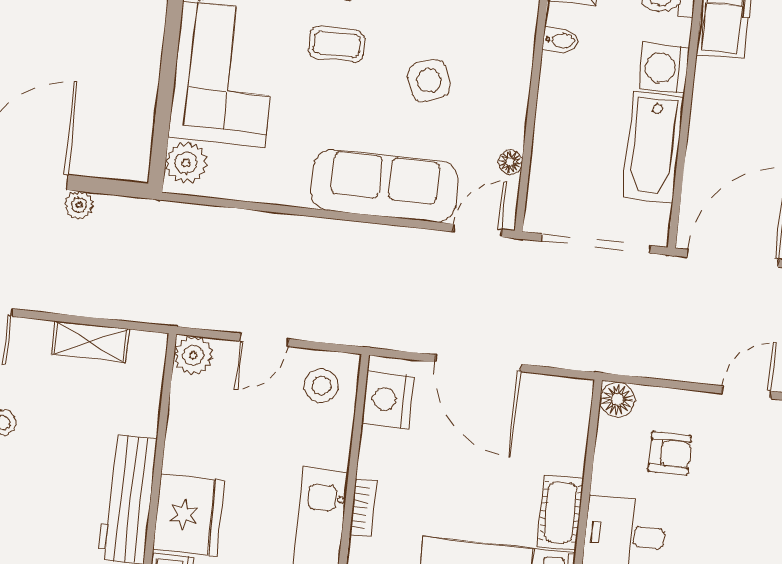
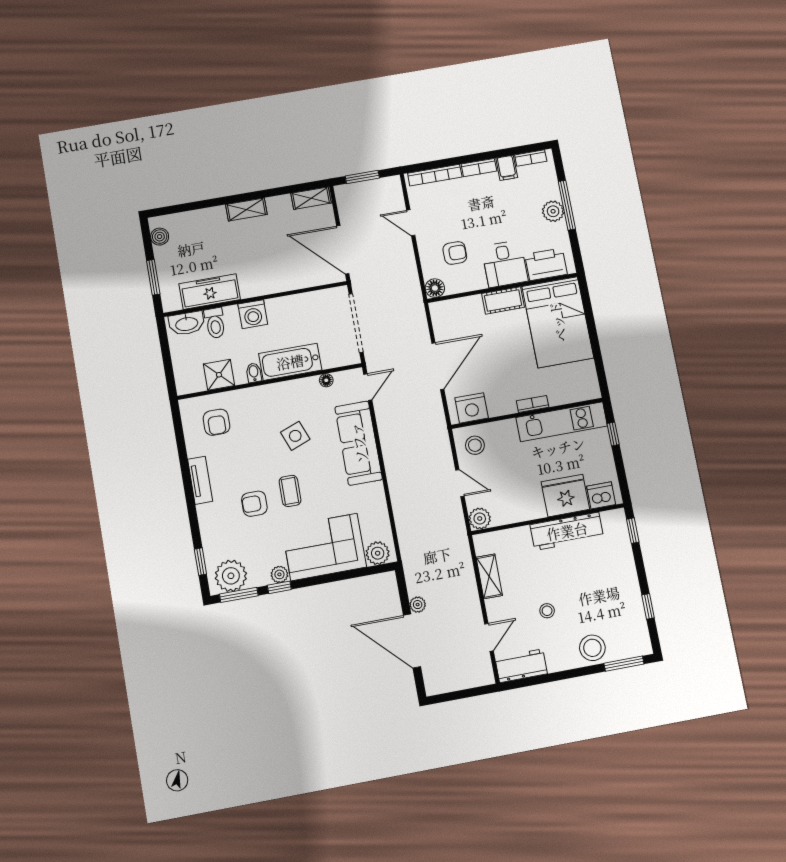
bathtub: (653, 147) -> (290, 362), moved, turned 180
door: (477, 230) -> (368, 387), swing flipped
armchair: (670, 453) -> (455, 253), turned 90

